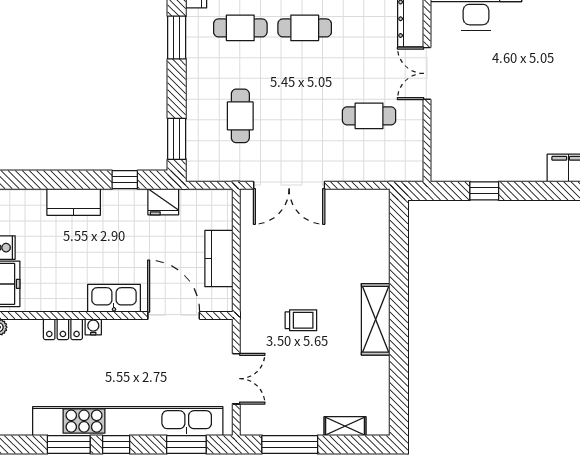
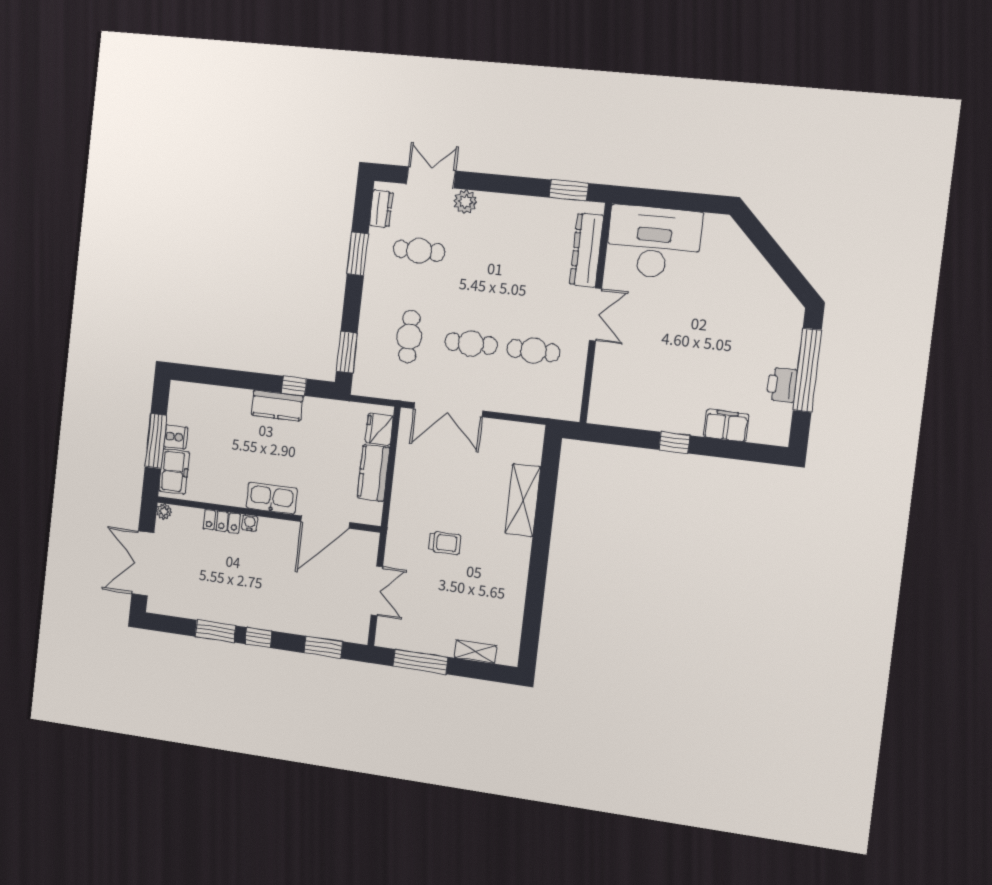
cafe table: (305, 28) -> (471, 344), moved
double door: (427, 73) -> (596, 315), swing flipped
window: (484, 191) -> (674, 443), moved
kitchen counter: (74, 202) -> (277, 406), moved
fridge: (163, 202) -> (379, 429), moved, turned 90
door: (174, 315) -> (325, 522), swing flipped
shelving: (376, 319) -> (523, 500), moved
kitchen unit: (128, 421) -> (272, 617), removed

